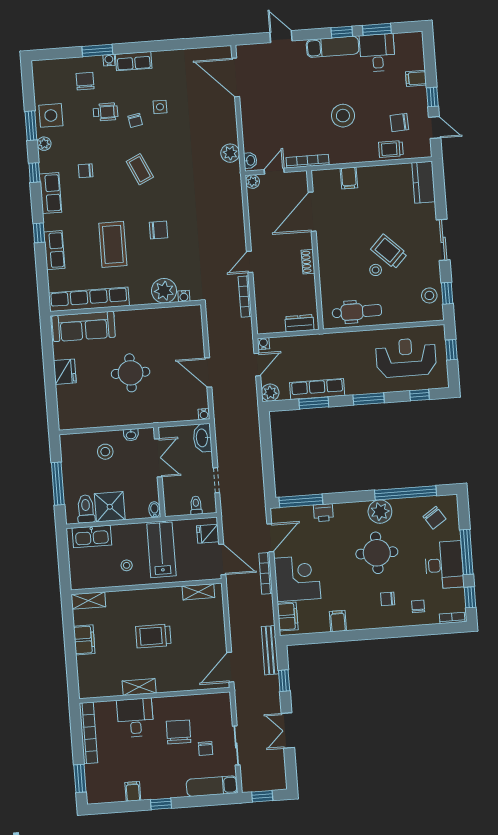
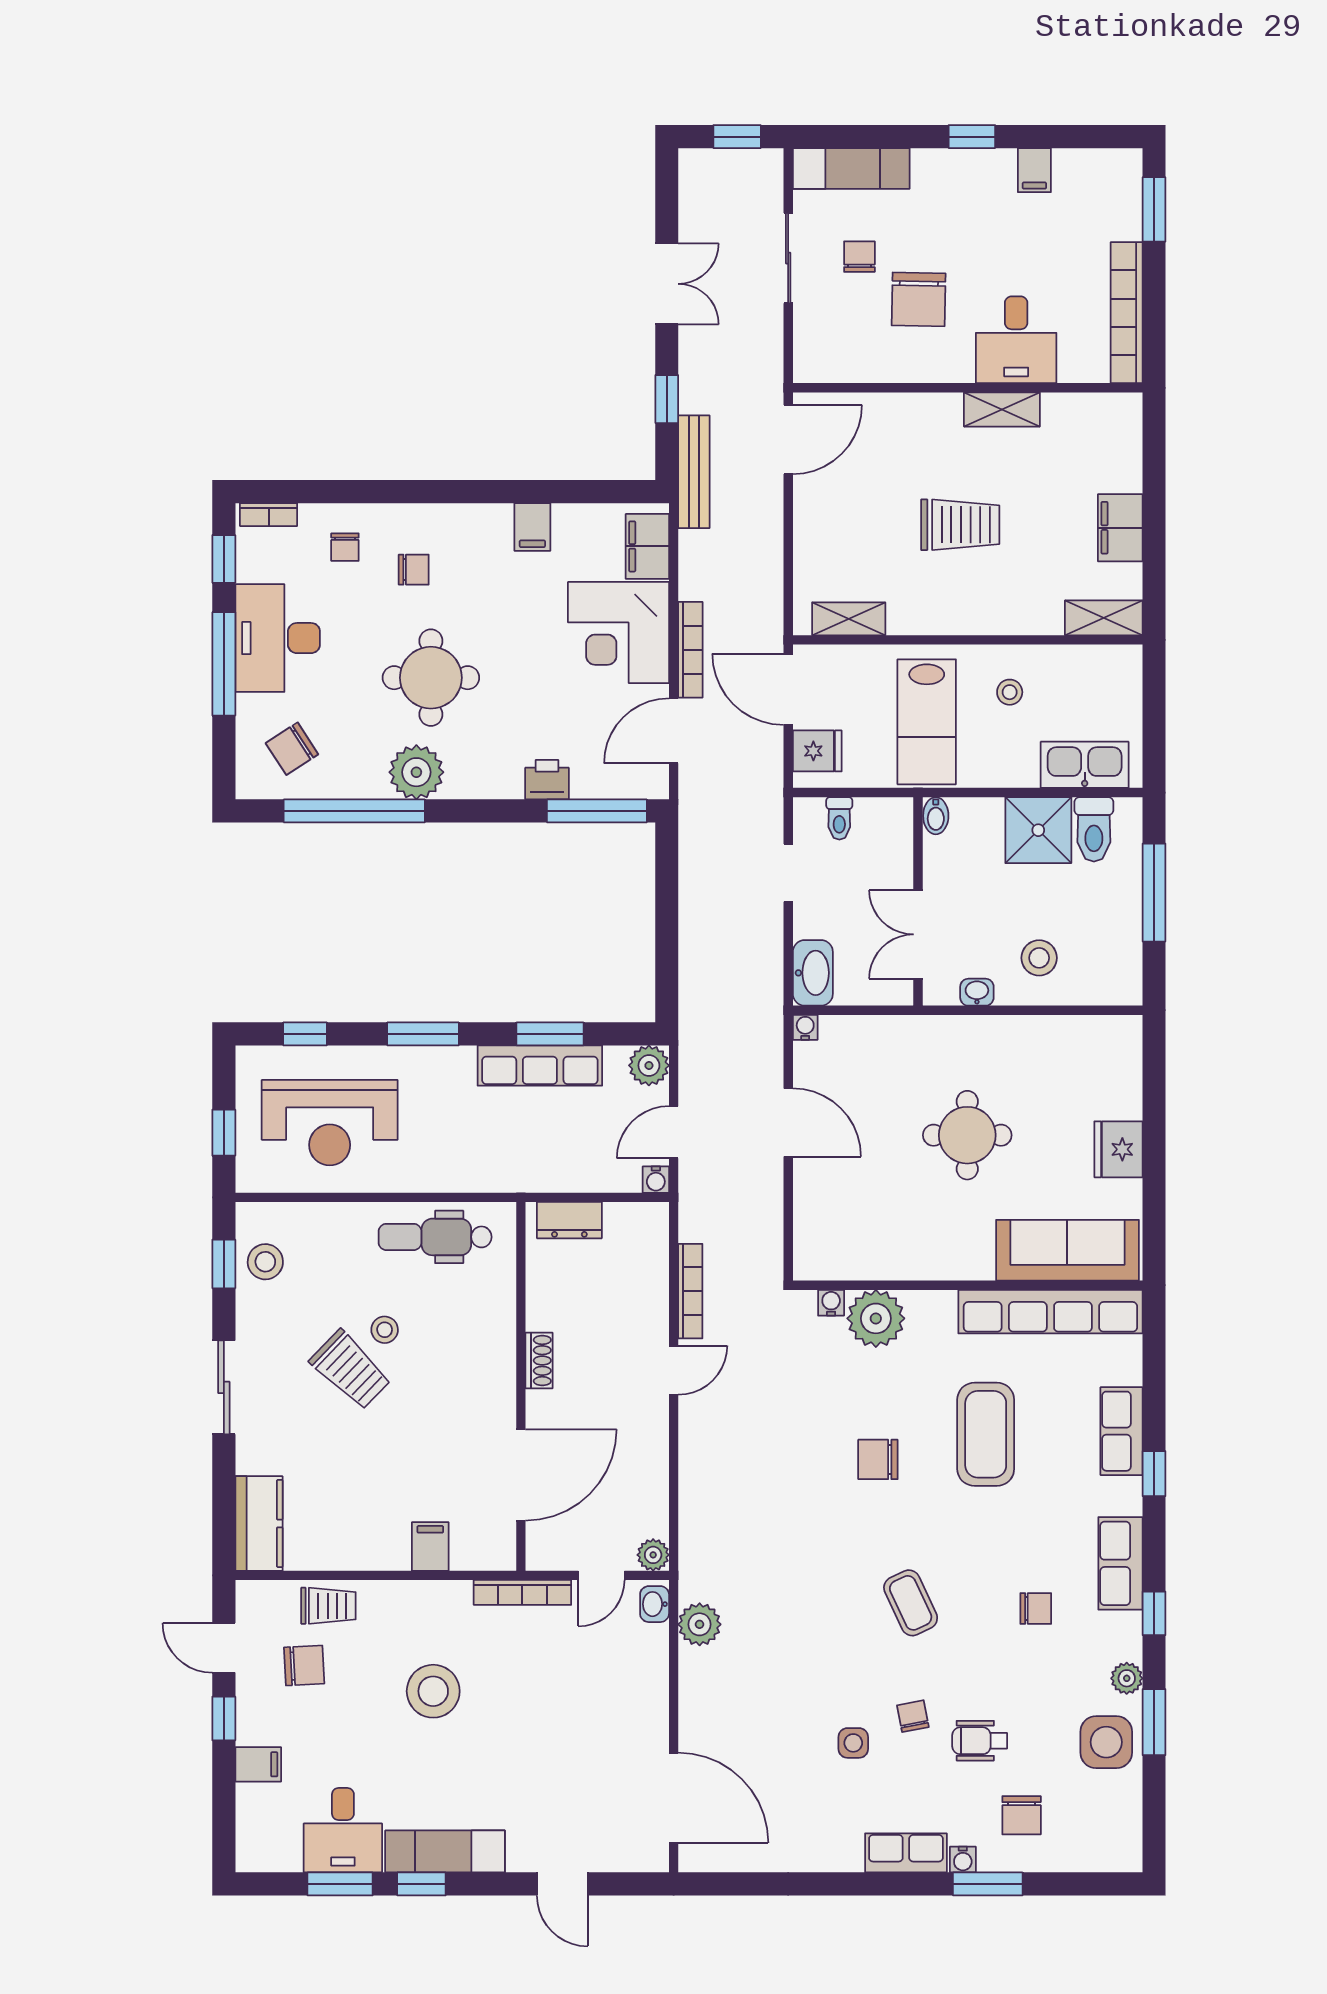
chair: (434, 518) -> (292, 749), turned -89

